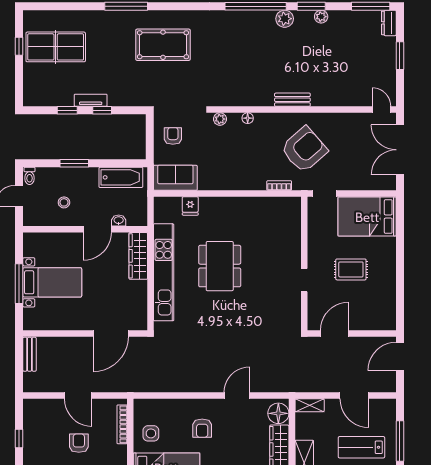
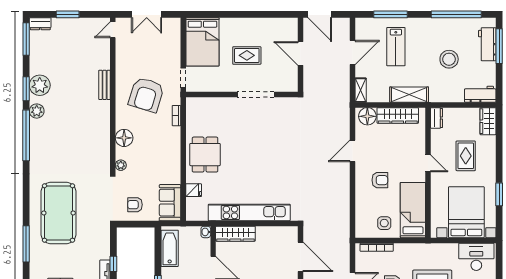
plant: (321, 17) -> (40, 85), width x1.87, depth x1.87
pool table: (163, 45) -> (58, 213), width x1.36, depth x1.32
bench: (292, 100) -> (105, 85), moved
floor lamp: (248, 118) -> (124, 138), width x1.89, depth x1.89
armchair: (304, 149) -> (146, 95), turned -122
double door: (400, 150) -> (147, 14), width x0.73
washbasin: (119, 221) -> (206, 232), moved
dining table: (220, 266) -> (205, 155), moved, width x0.73
rug: (351, 269) -> (247, 55), turned 90
doorway: (304, 280) -> (256, 94), width x1.88
door: (335, 333) -> (300, 53), moved
door: (237, 396) -> (353, 151), hinge flipped

